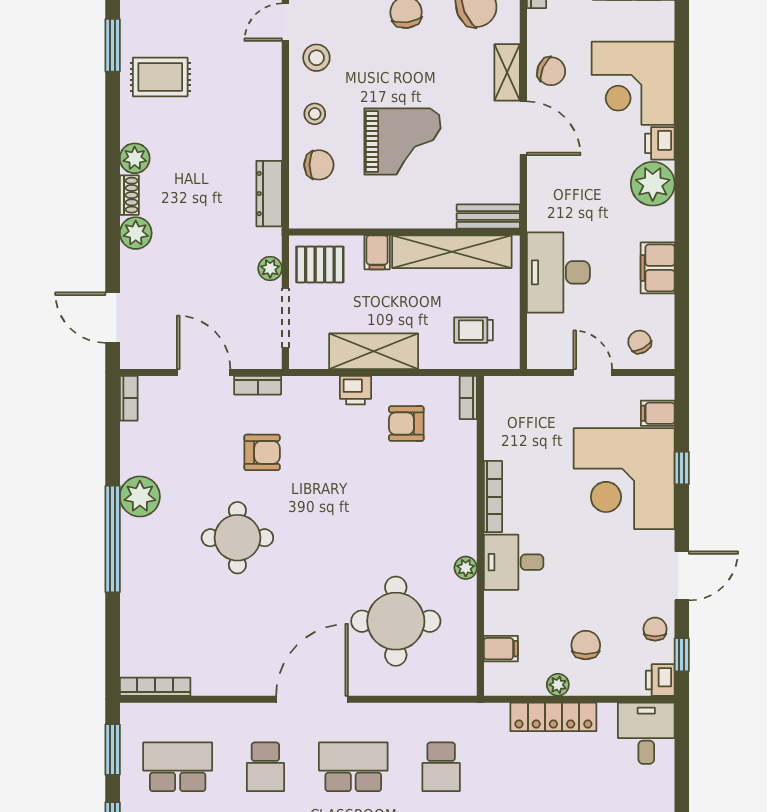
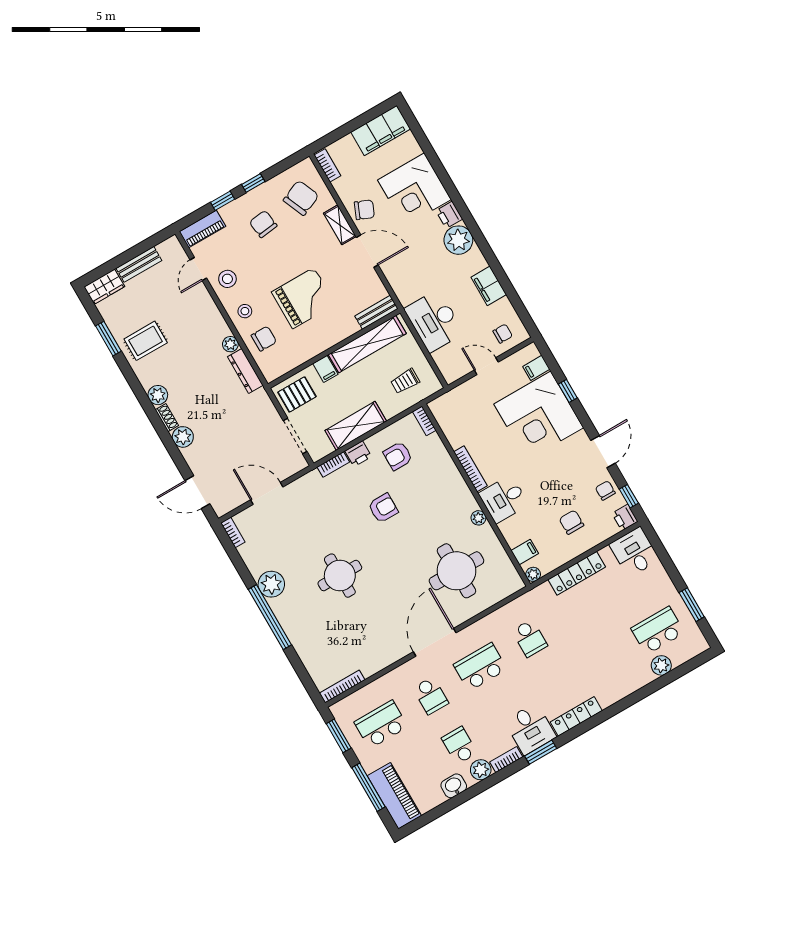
plant: (270, 269) -> (230, 344), moved
chair: (640, 342) -> (503, 334), turned 118
bookcase: (258, 385) -> (333, 464), moved
armchair: (262, 452) -> (383, 508), moved
plant: (558, 685) -> (533, 574), moved

